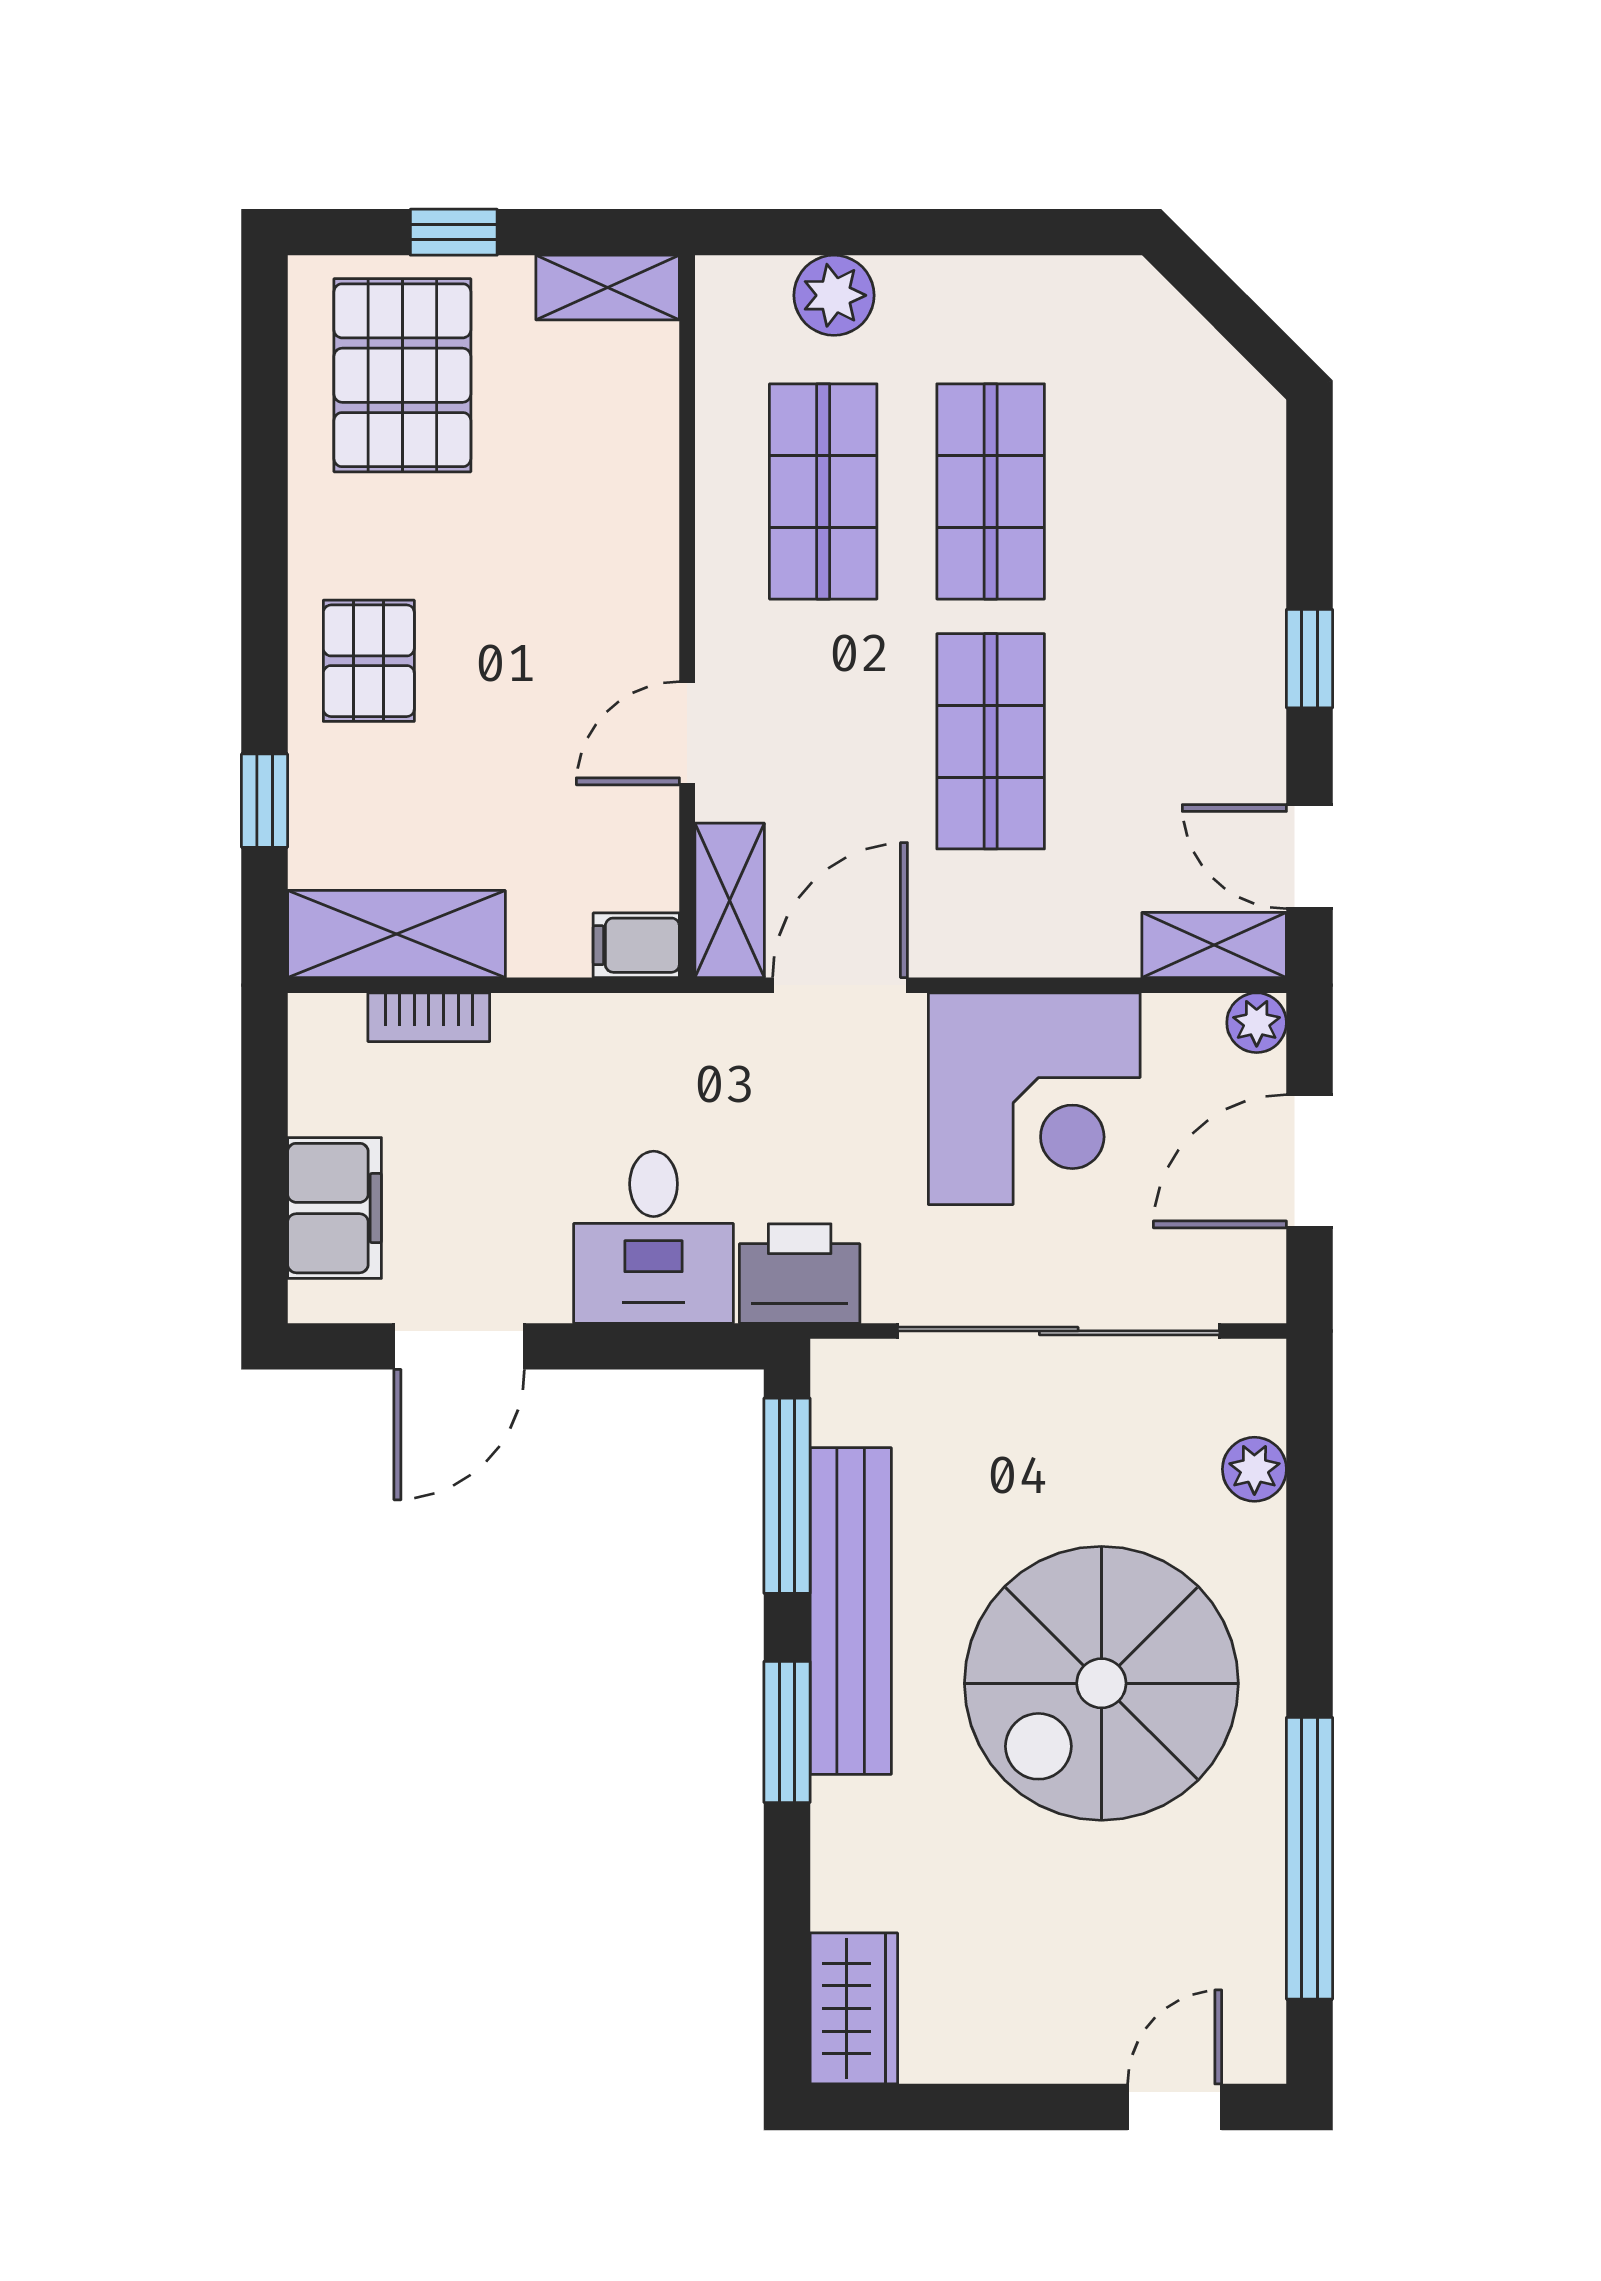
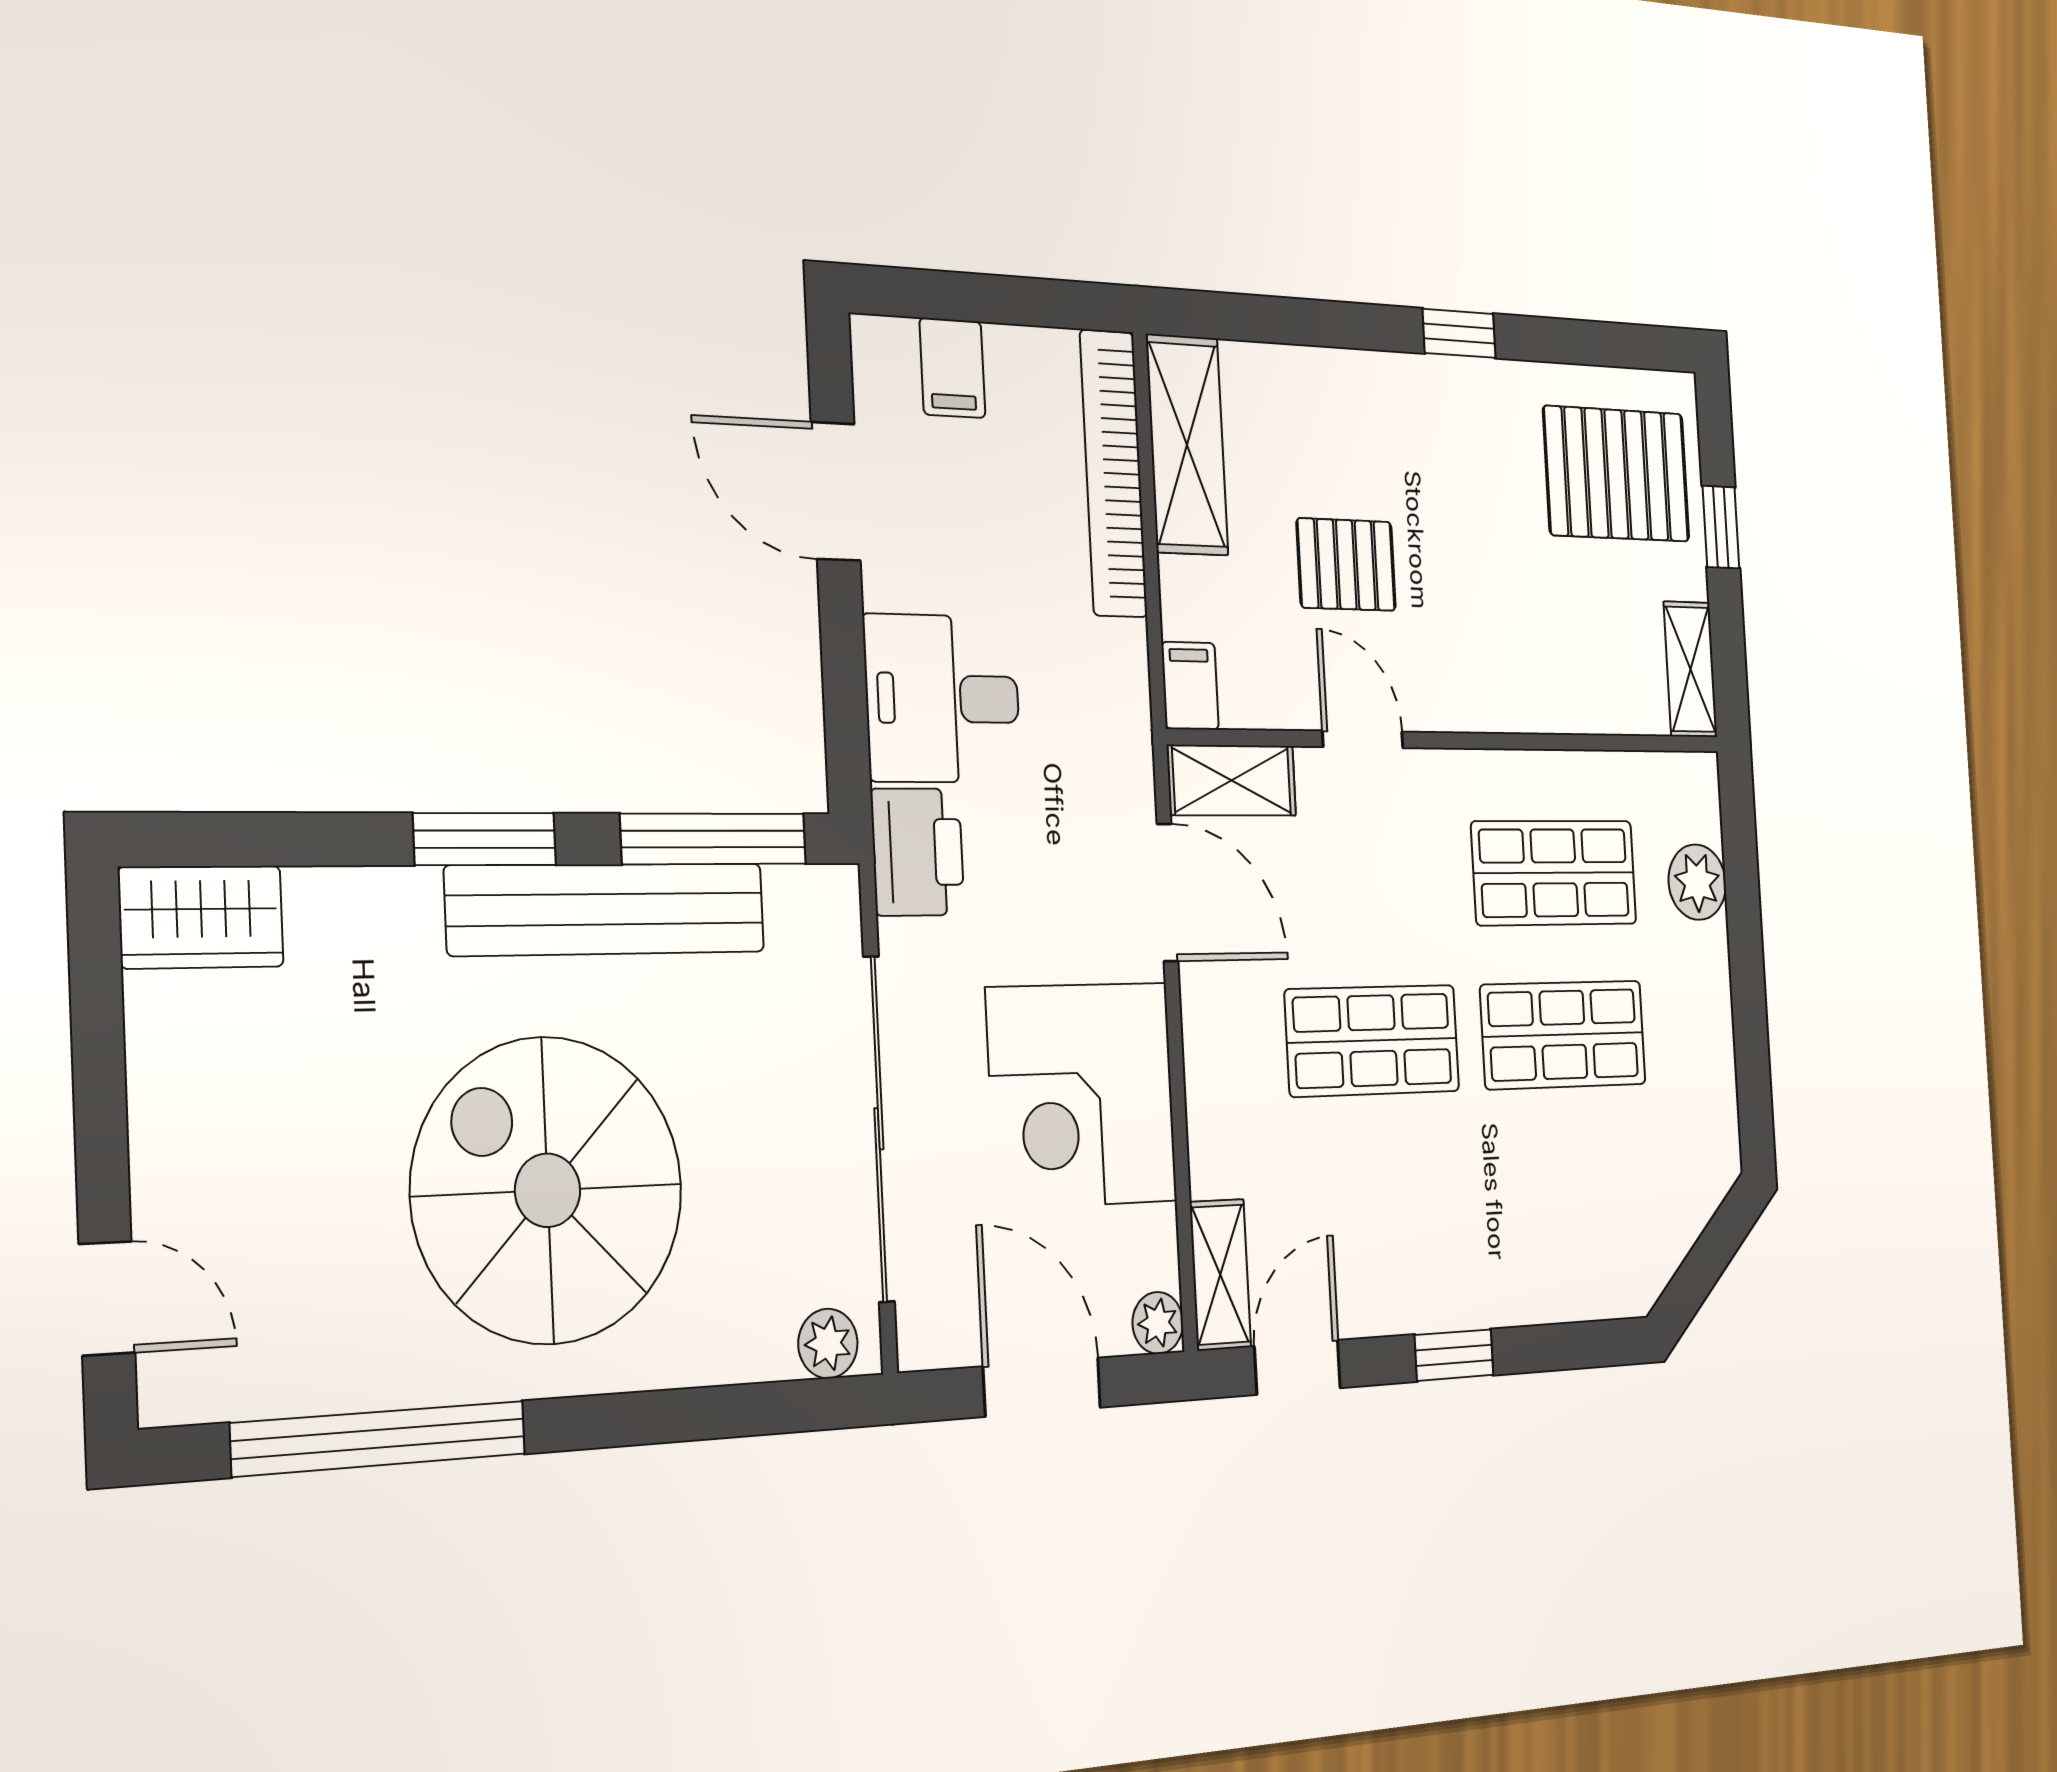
pallet: (369, 661) -> (1346, 565), moved
window: (264, 801) -> (1459, 333), moved
bookcase: (429, 1017) -> (1114, 473), width x2.31, depth x1.31
filing cabinet: (334, 1208) -> (952, 368), width x0.50
plant: (1254, 1469) -> (828, 1344), moved

